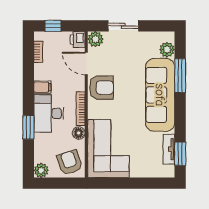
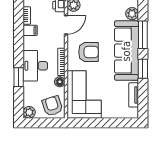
door: (86, 63) -> (66, 25), swing flipped
filing cabinet: (42, 87) -> (30, 30), moved
armchair: (101, 88) -> (88, 52), moved
window: (180, 154) -> (143, 69), moved

